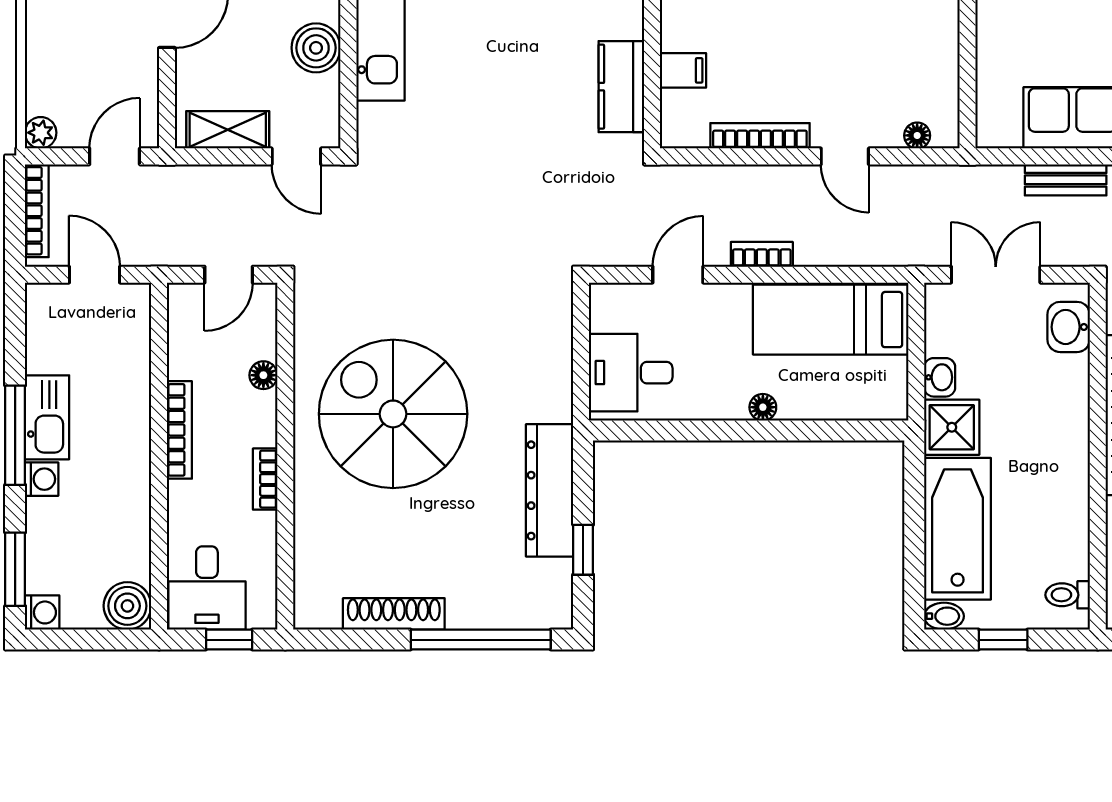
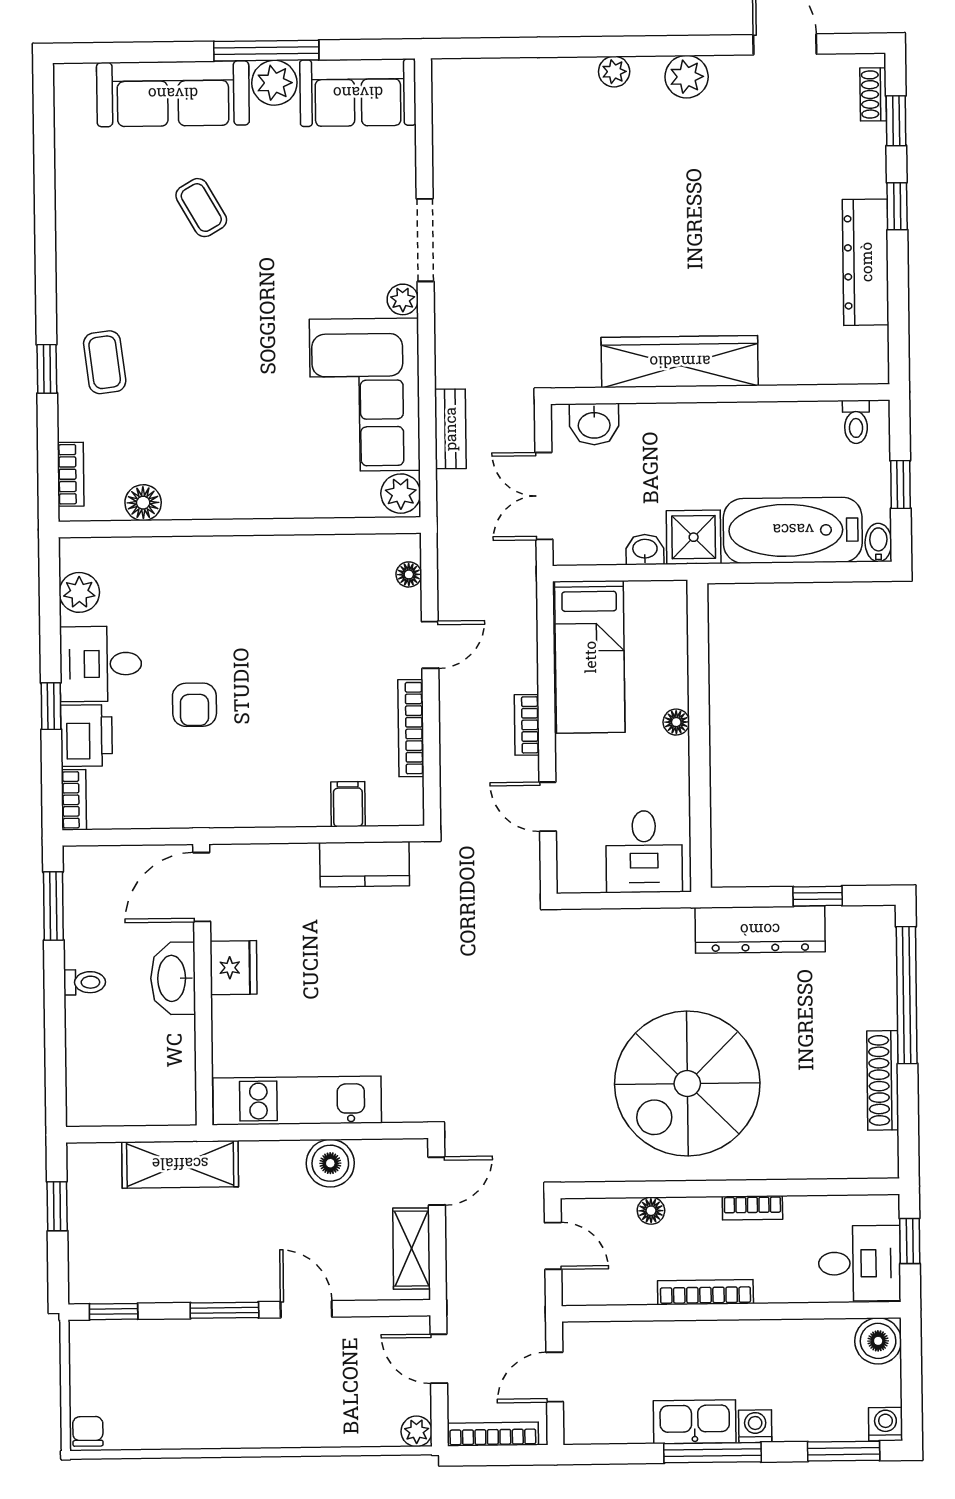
plant: (1000, 128) -> (401, 494), added

